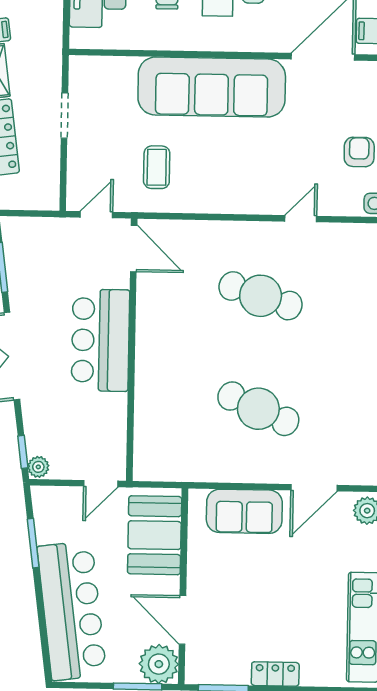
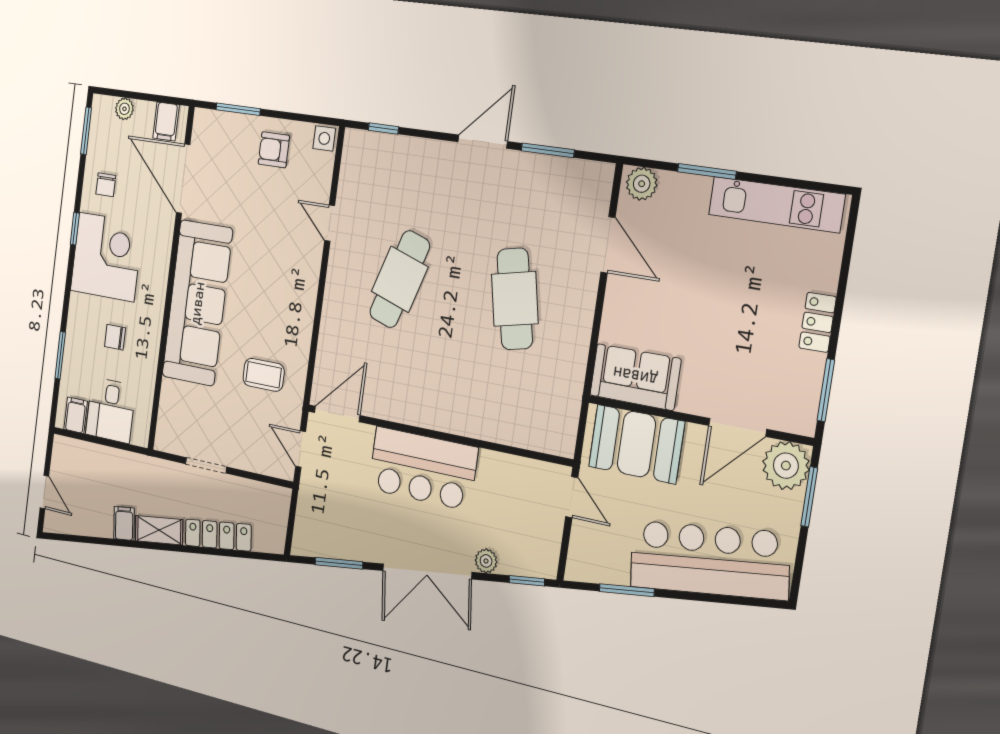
cafe table: (258, 409) -> (515, 299), turned -36
plant: (38, 467) -> (486, 561), moved
sofa: (244, 511) -> (635, 377), moved, turned -90

